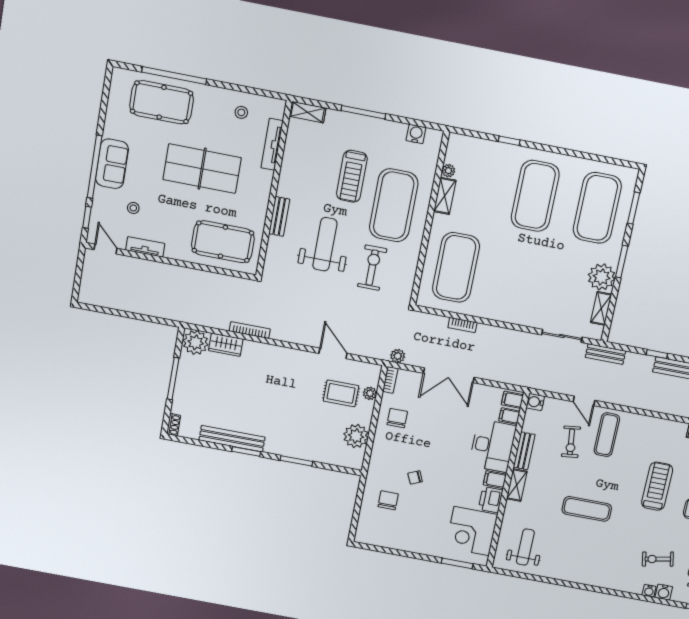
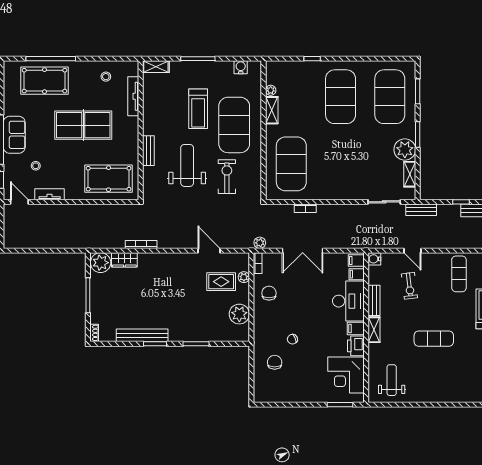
exercise mat: (607, 435) -> (459, 274), moved

